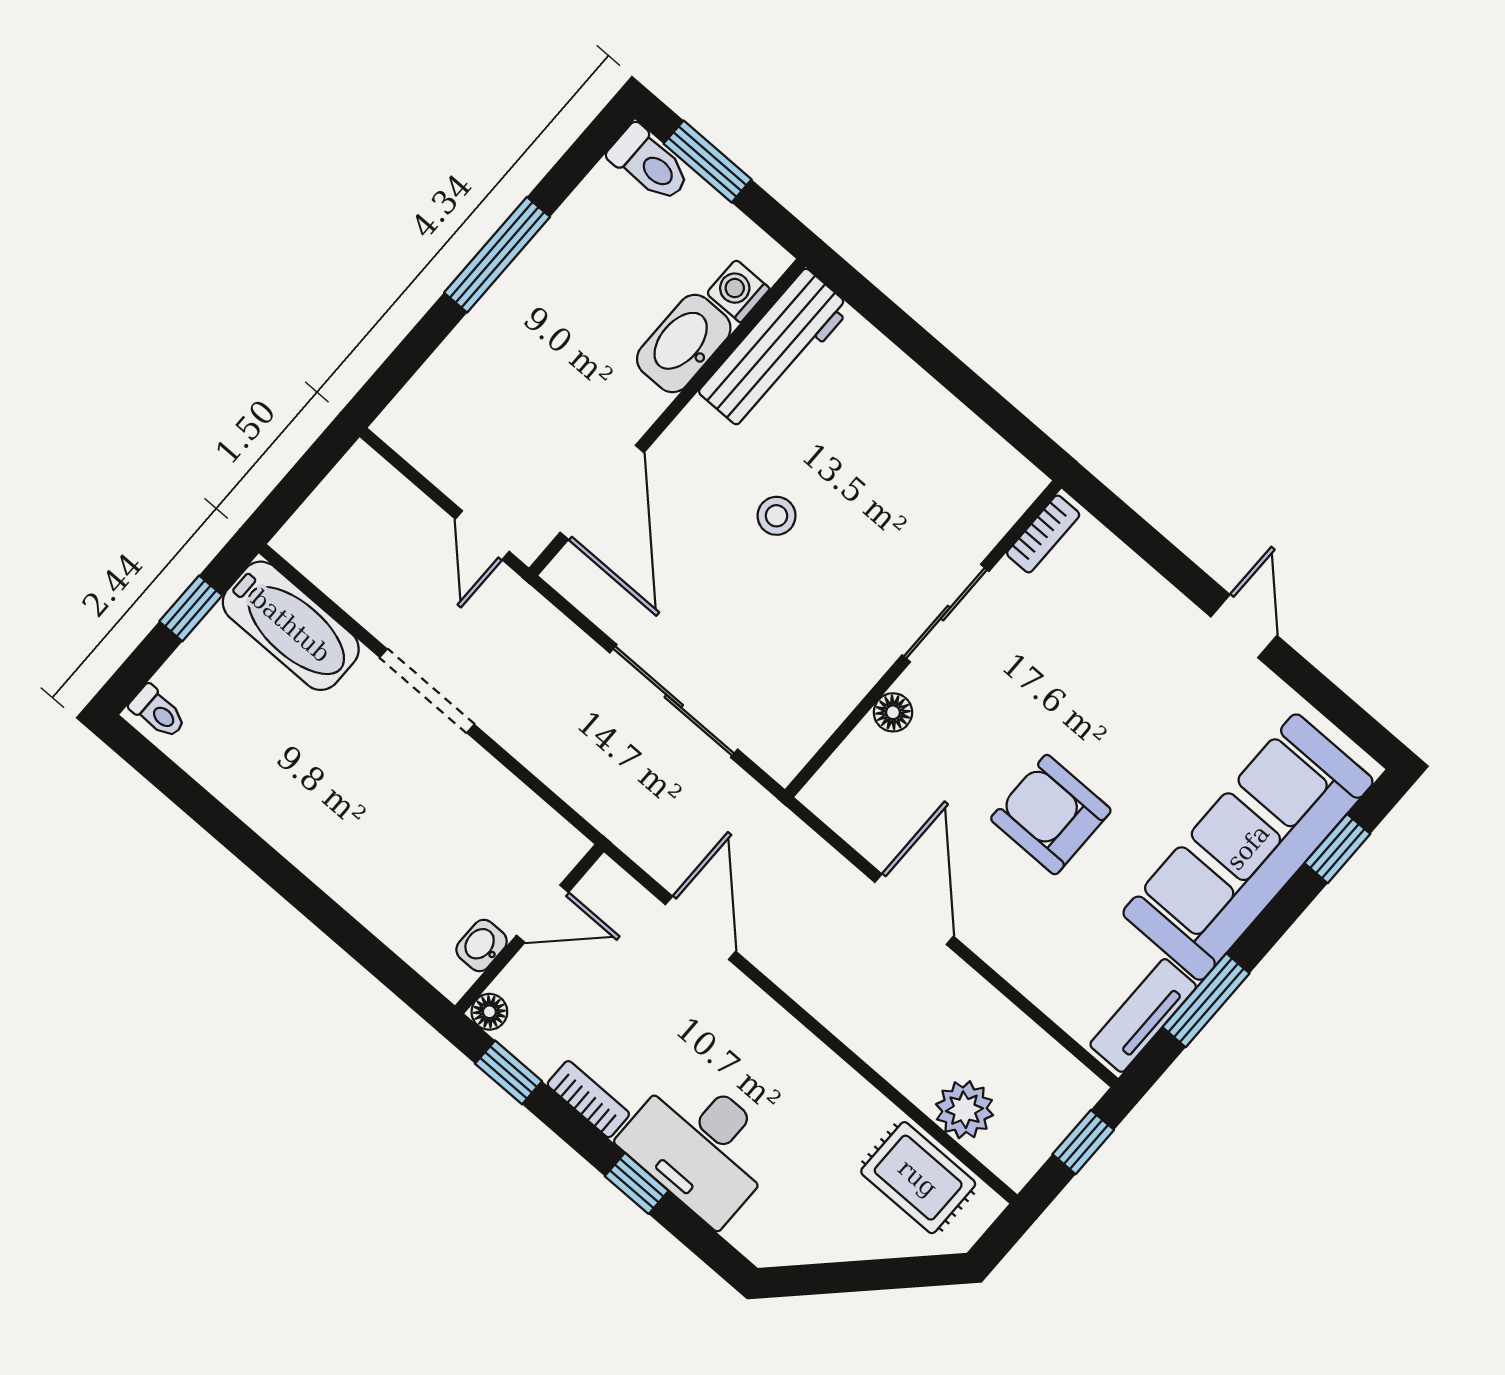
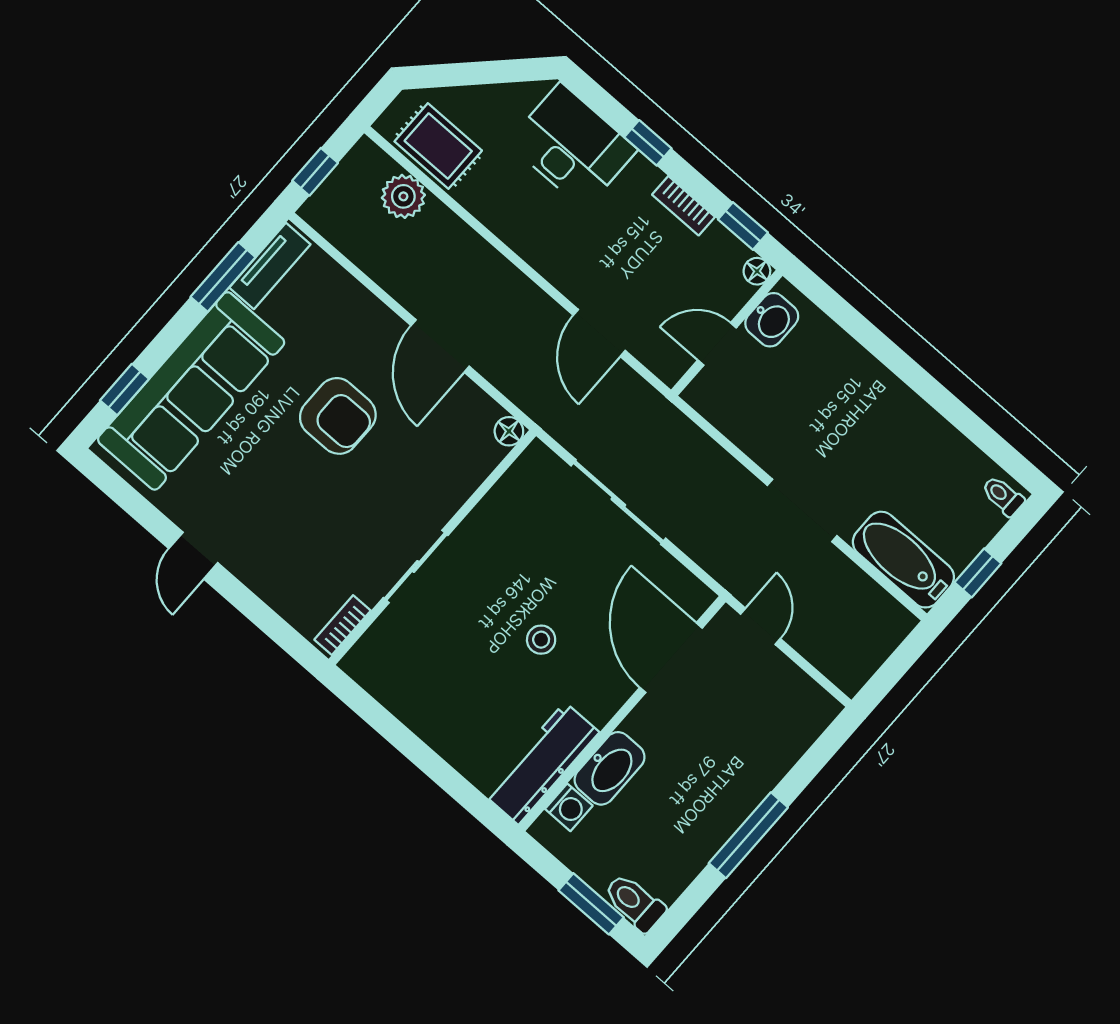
floor lamp: (893, 712) -> (509, 431), moved
washbasin: (482, 946) -> (772, 320), width x1.38, depth x1.45
desk: (701, 1146) -> (572, 146), moved

